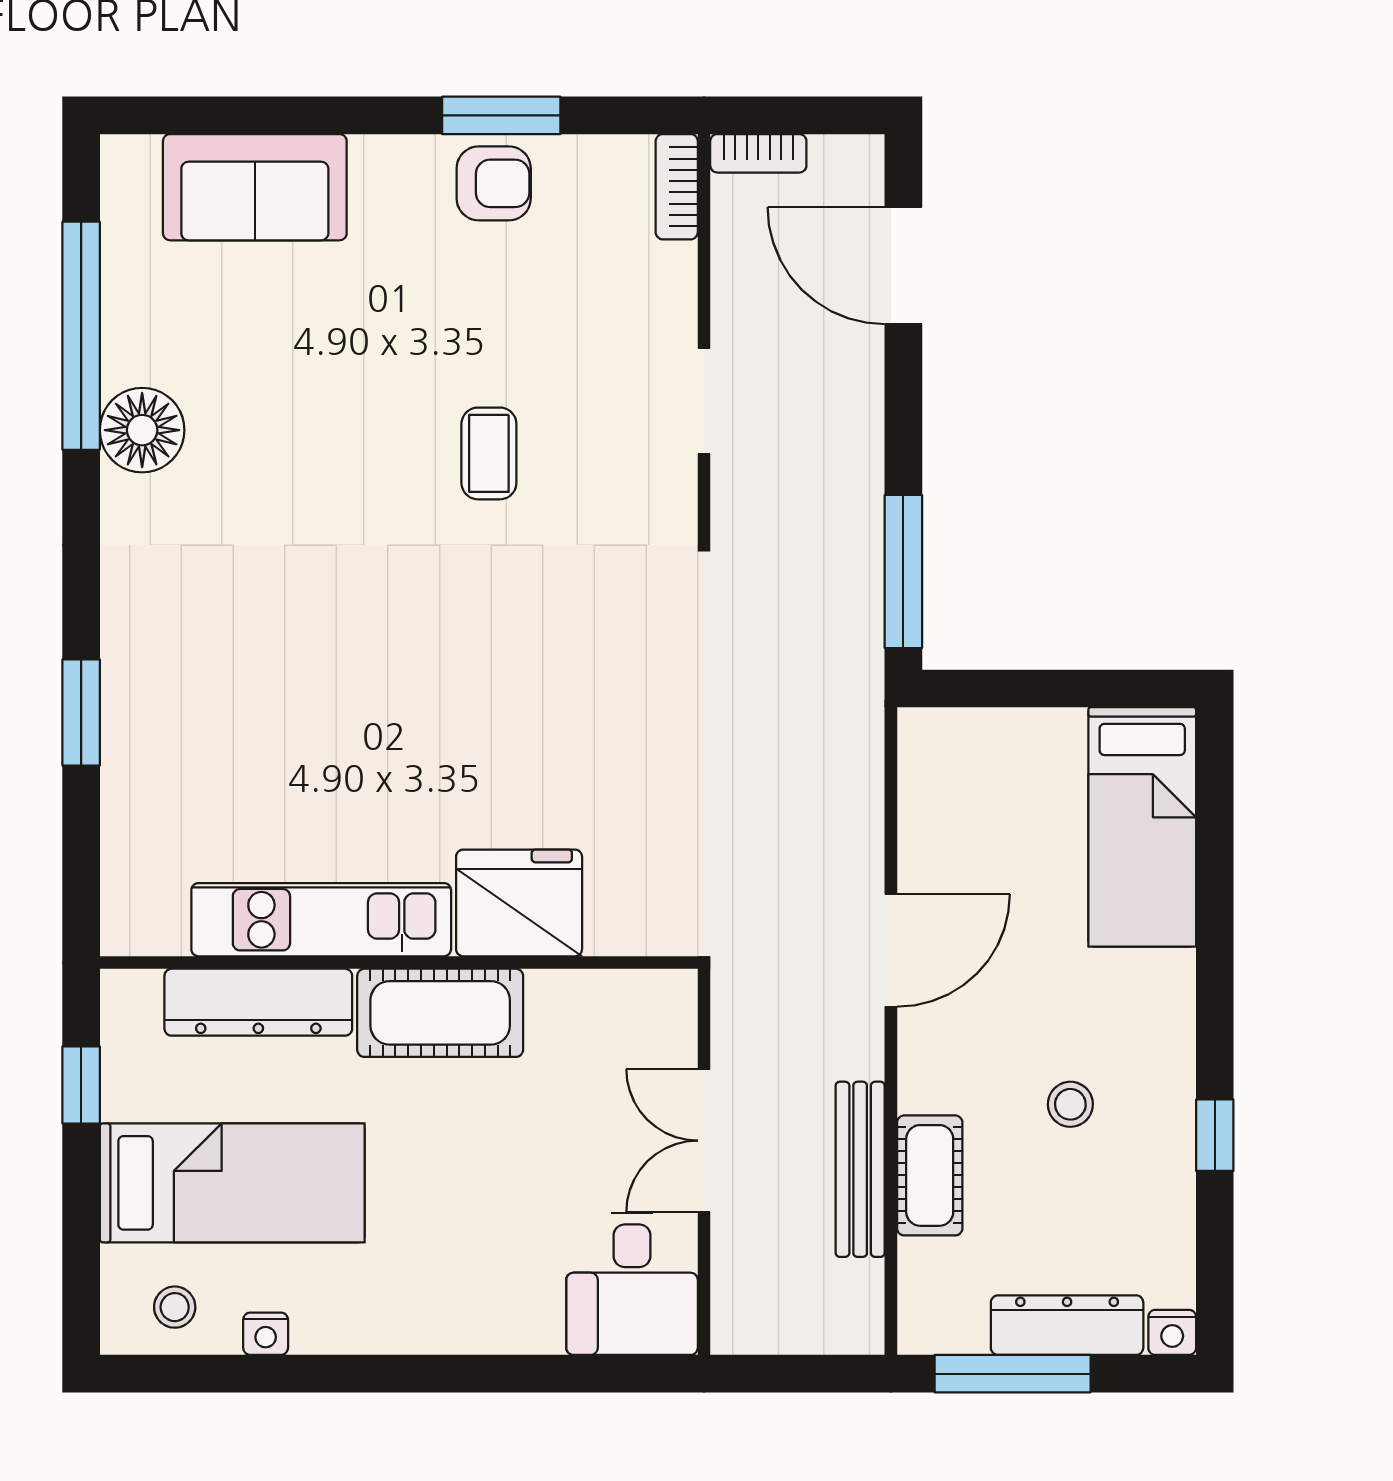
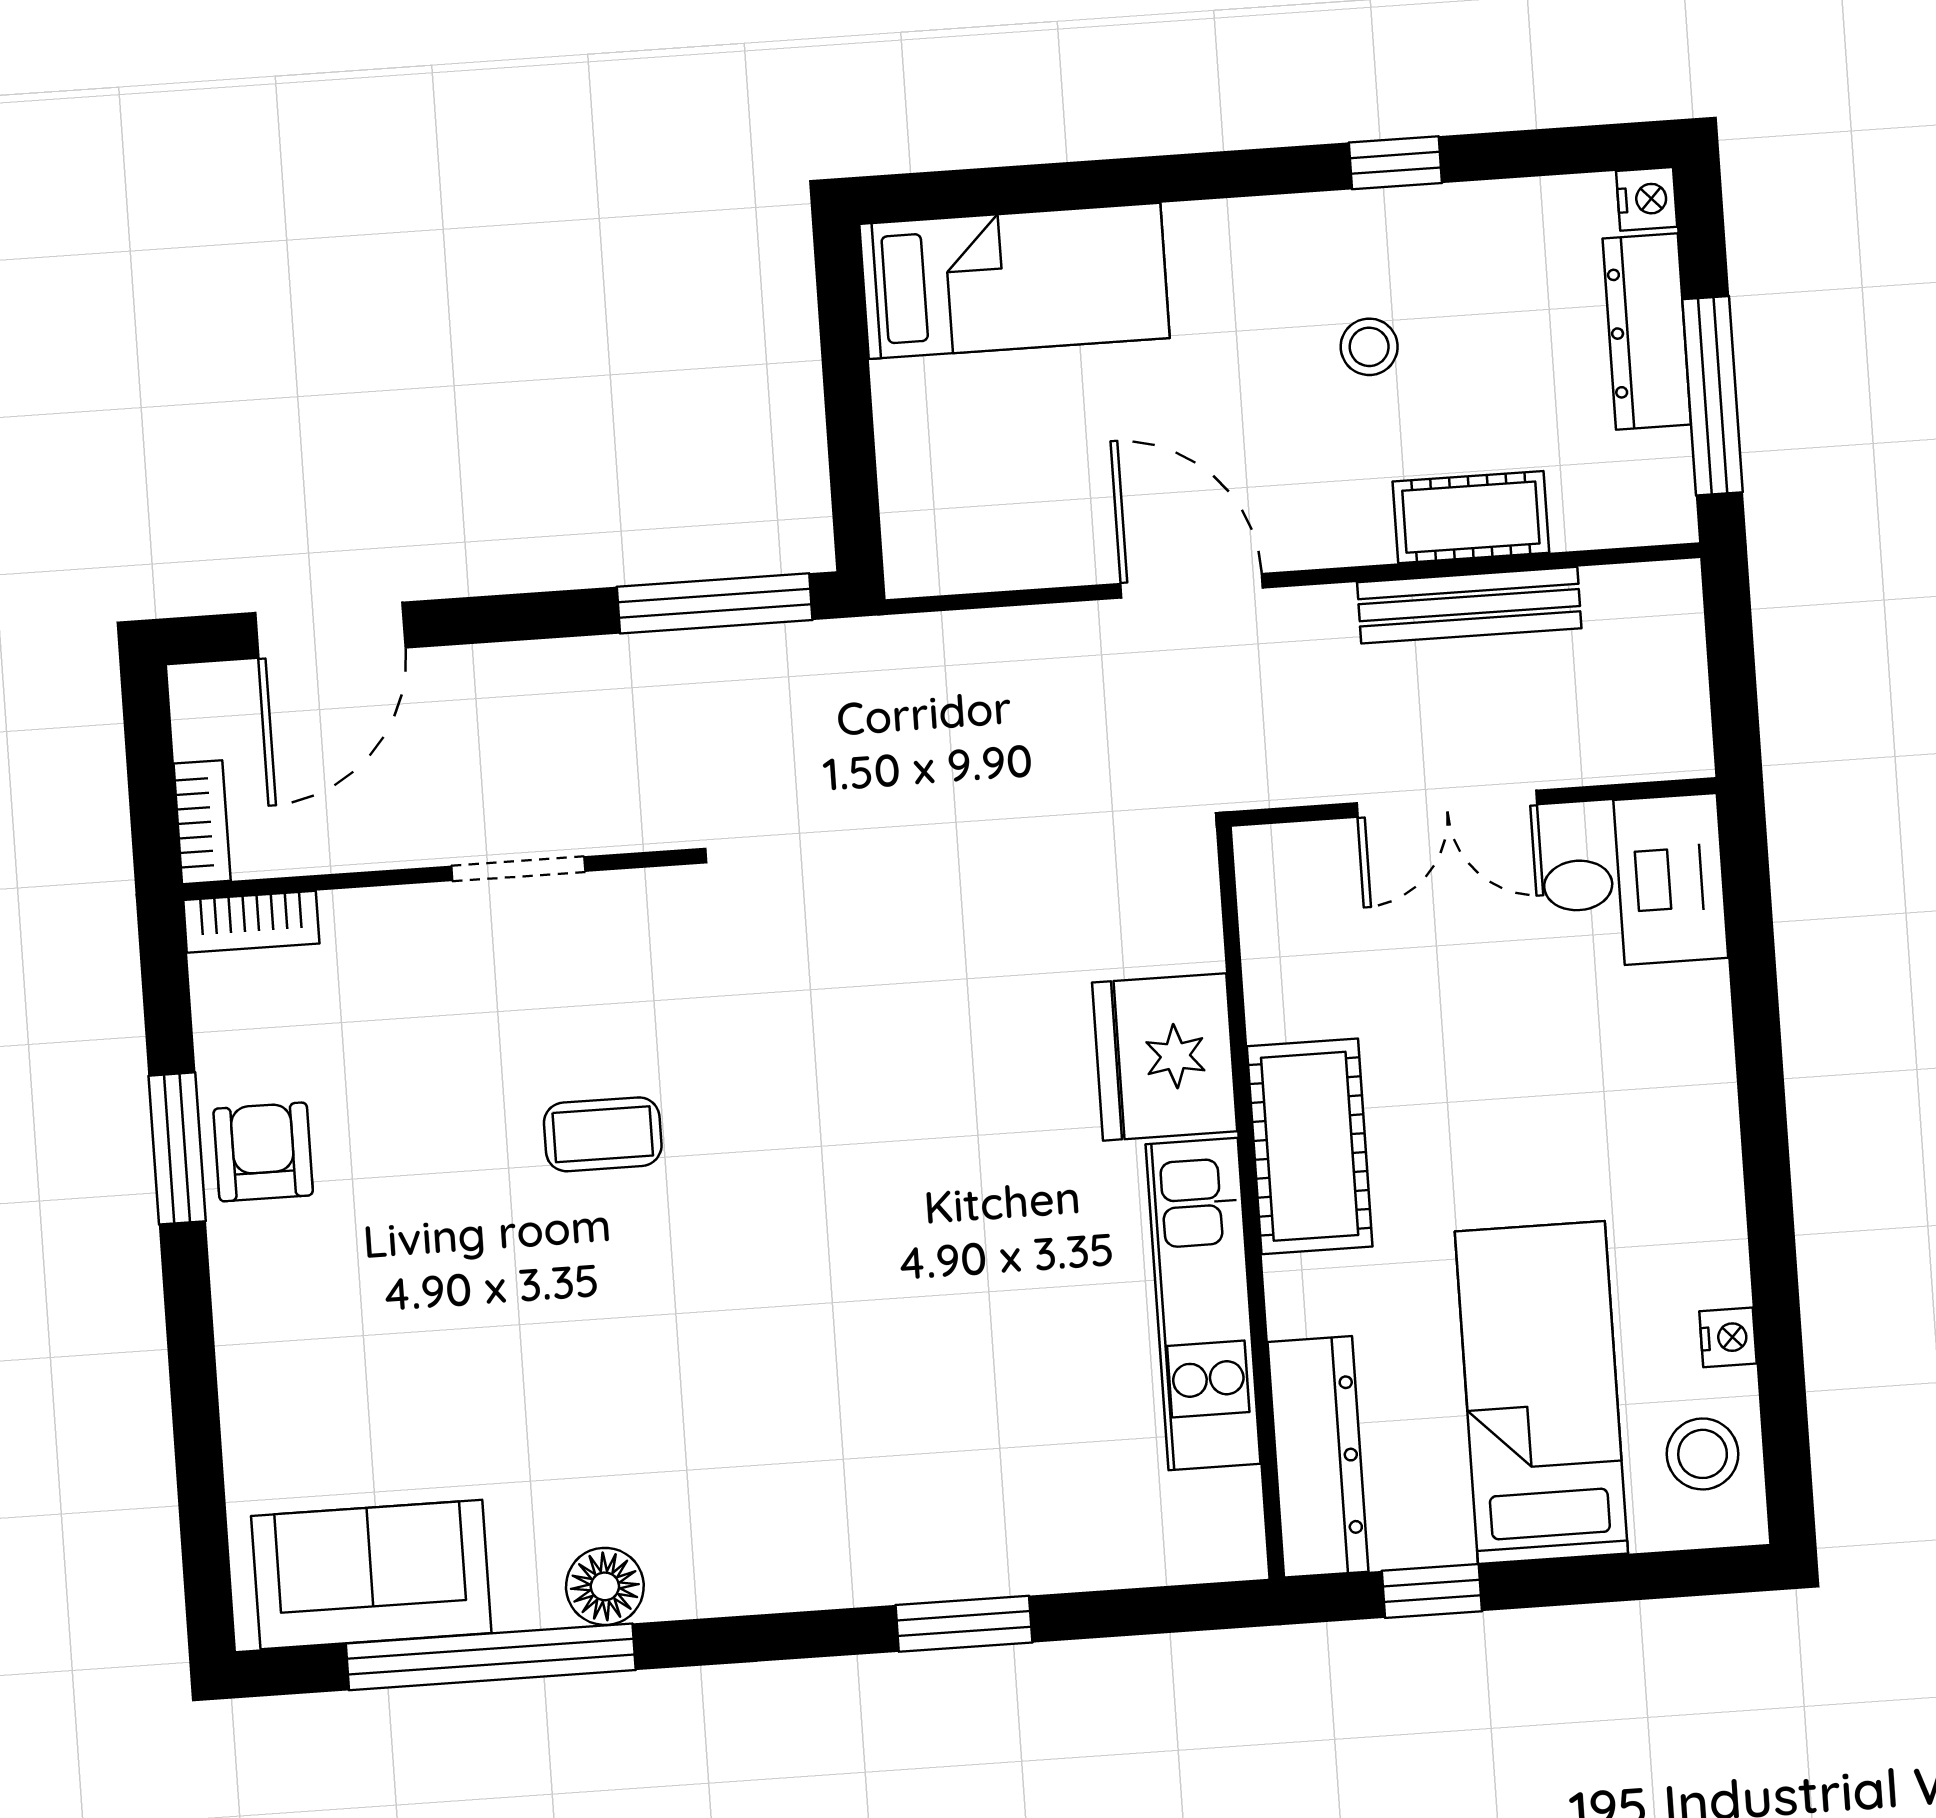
sofa: (255, 187) -> (371, 1574), moved, turned -90
floor lamp: (142, 430) -> (605, 1586), width x0.73, depth x0.73
dresser: (258, 1002) -> (1318, 1457), moved
stool: (175, 1307) -> (1703, 1454), width x1.37, depth x1.37

